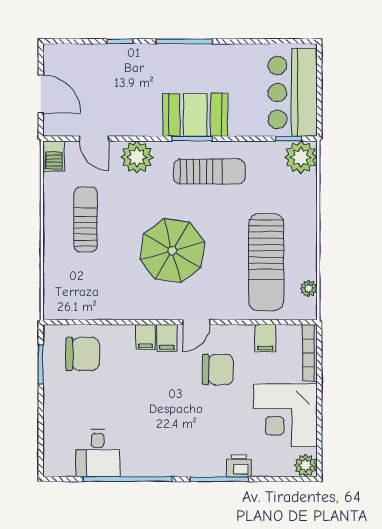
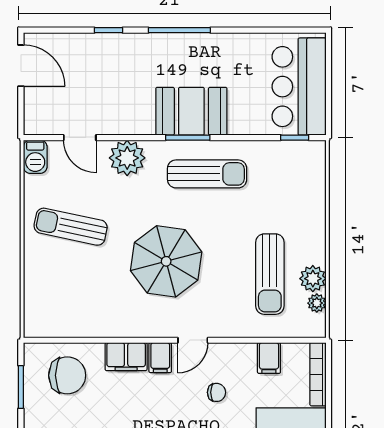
door: (41, 94) -> (21, 66), moved
plant: (301, 157) -> (313, 279), moved, width x0.73, depth x0.73
sun lounger: (86, 219) -> (71, 227), turned -78
sun lounger: (266, 262) -> (270, 274), width x0.73, depth x0.75
filing cabinet: (145, 337) -> (126, 357), width x2.00
chair: (218, 369) -> (217, 392), width x0.54, depth x0.54

